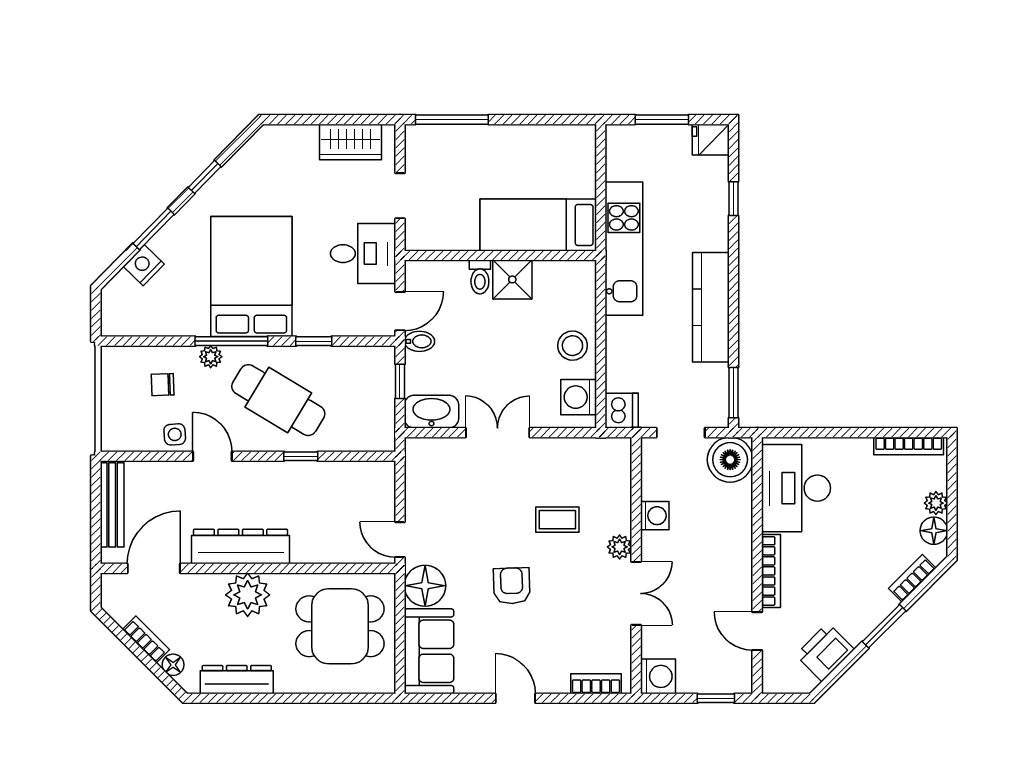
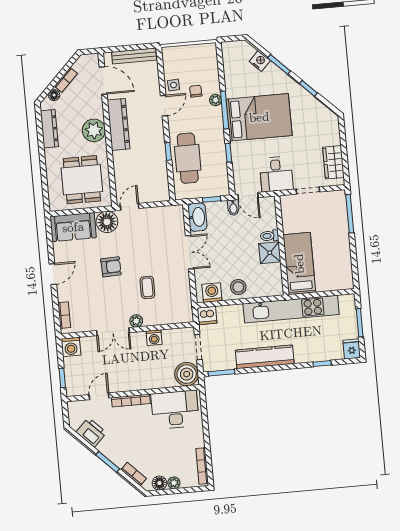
kitchen unit: (624, 249) -> (291, 309), width x1.36
chair: (163, 385) -> (196, 91), moved
cafe table: (278, 400) -> (188, 158), moved, turned -31

